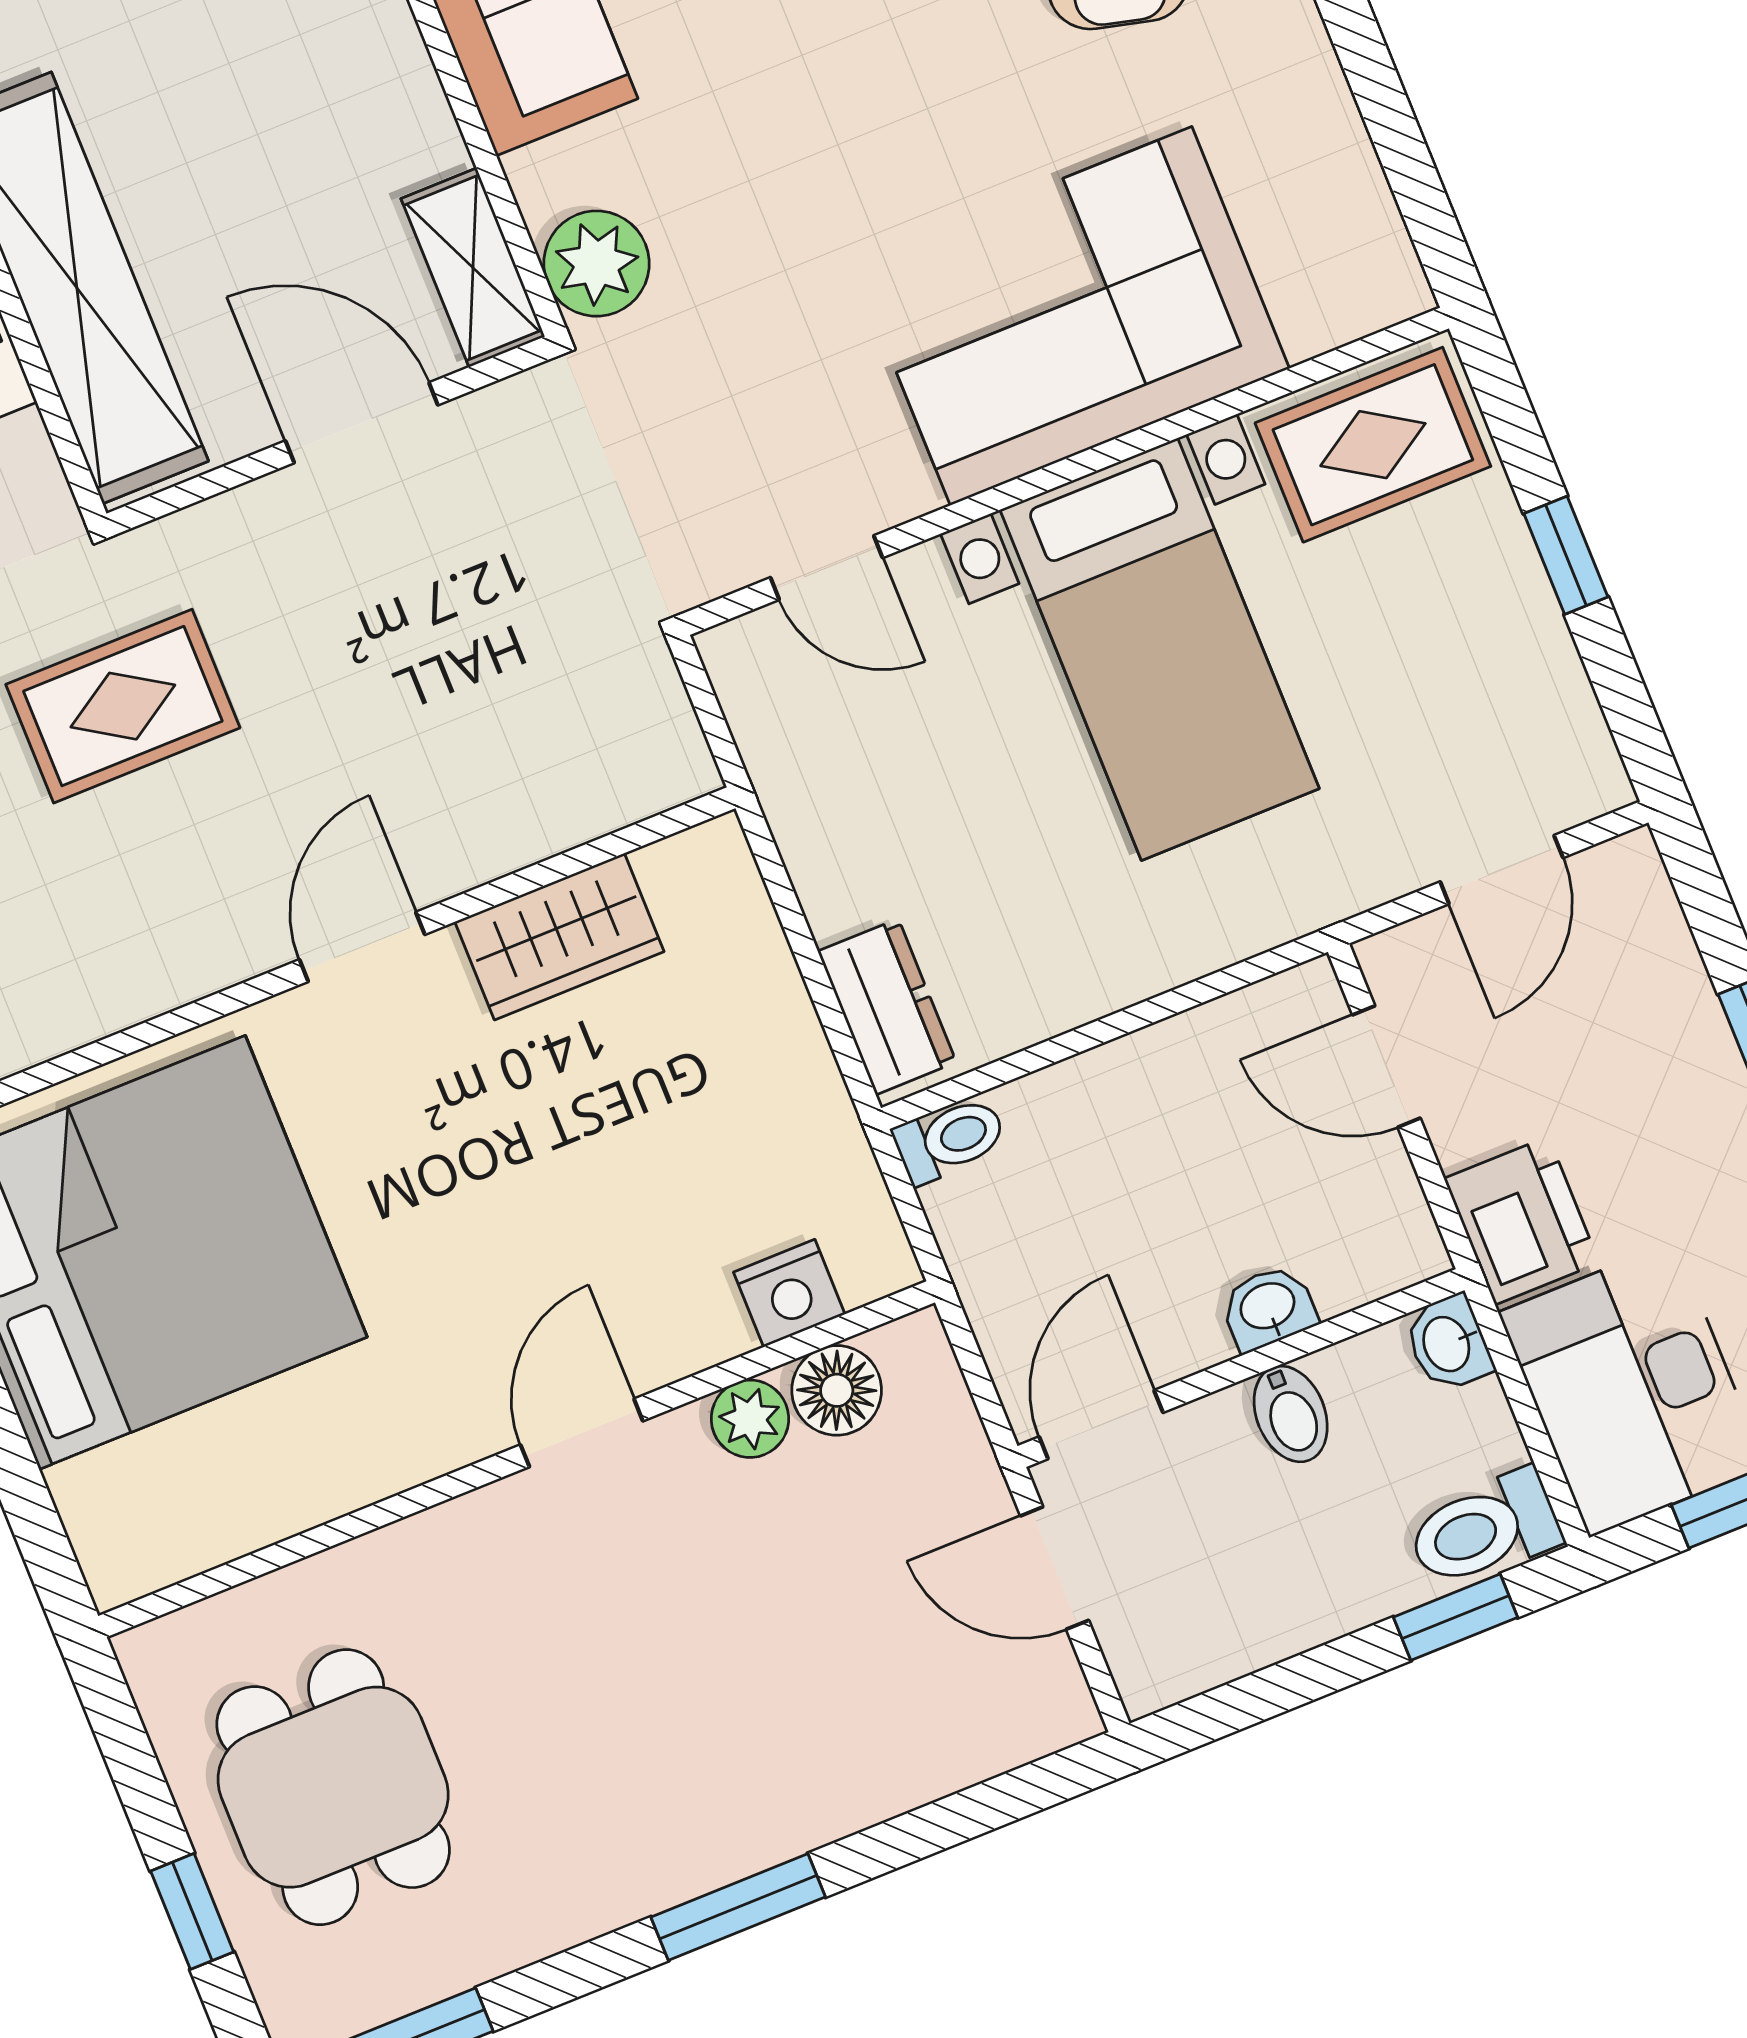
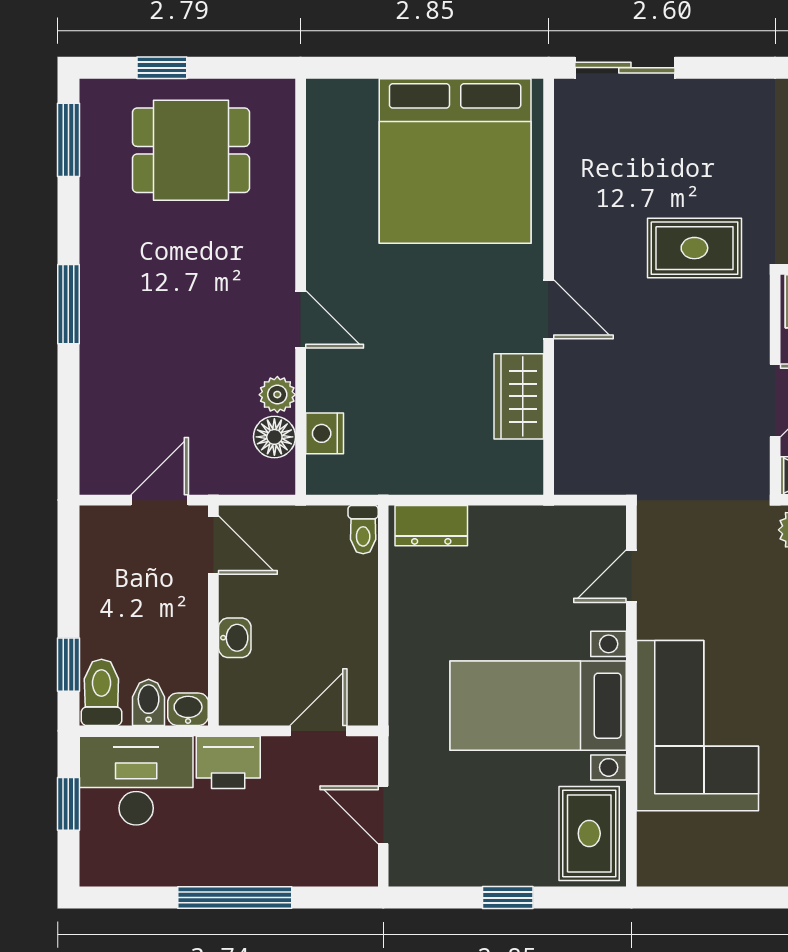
rug: (123, 706) -> (694, 248), turned 90
bidet: (1291, 1414) -> (149, 702), moved, turned 90

